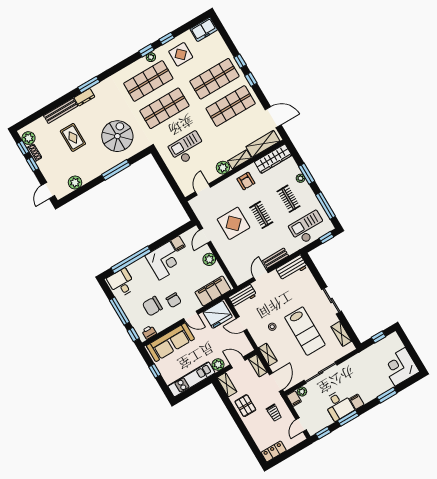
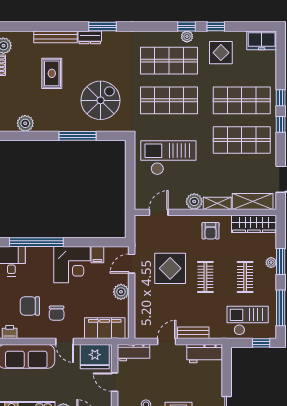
checkout: (187, 148) -> (168, 158), width x1.36, depth x1.21

